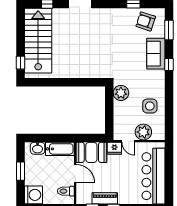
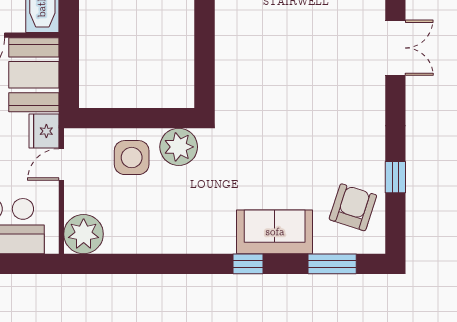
side table: (150, 106) -> (132, 158), moved
plant: (143, 132) -> (84, 234), moved

